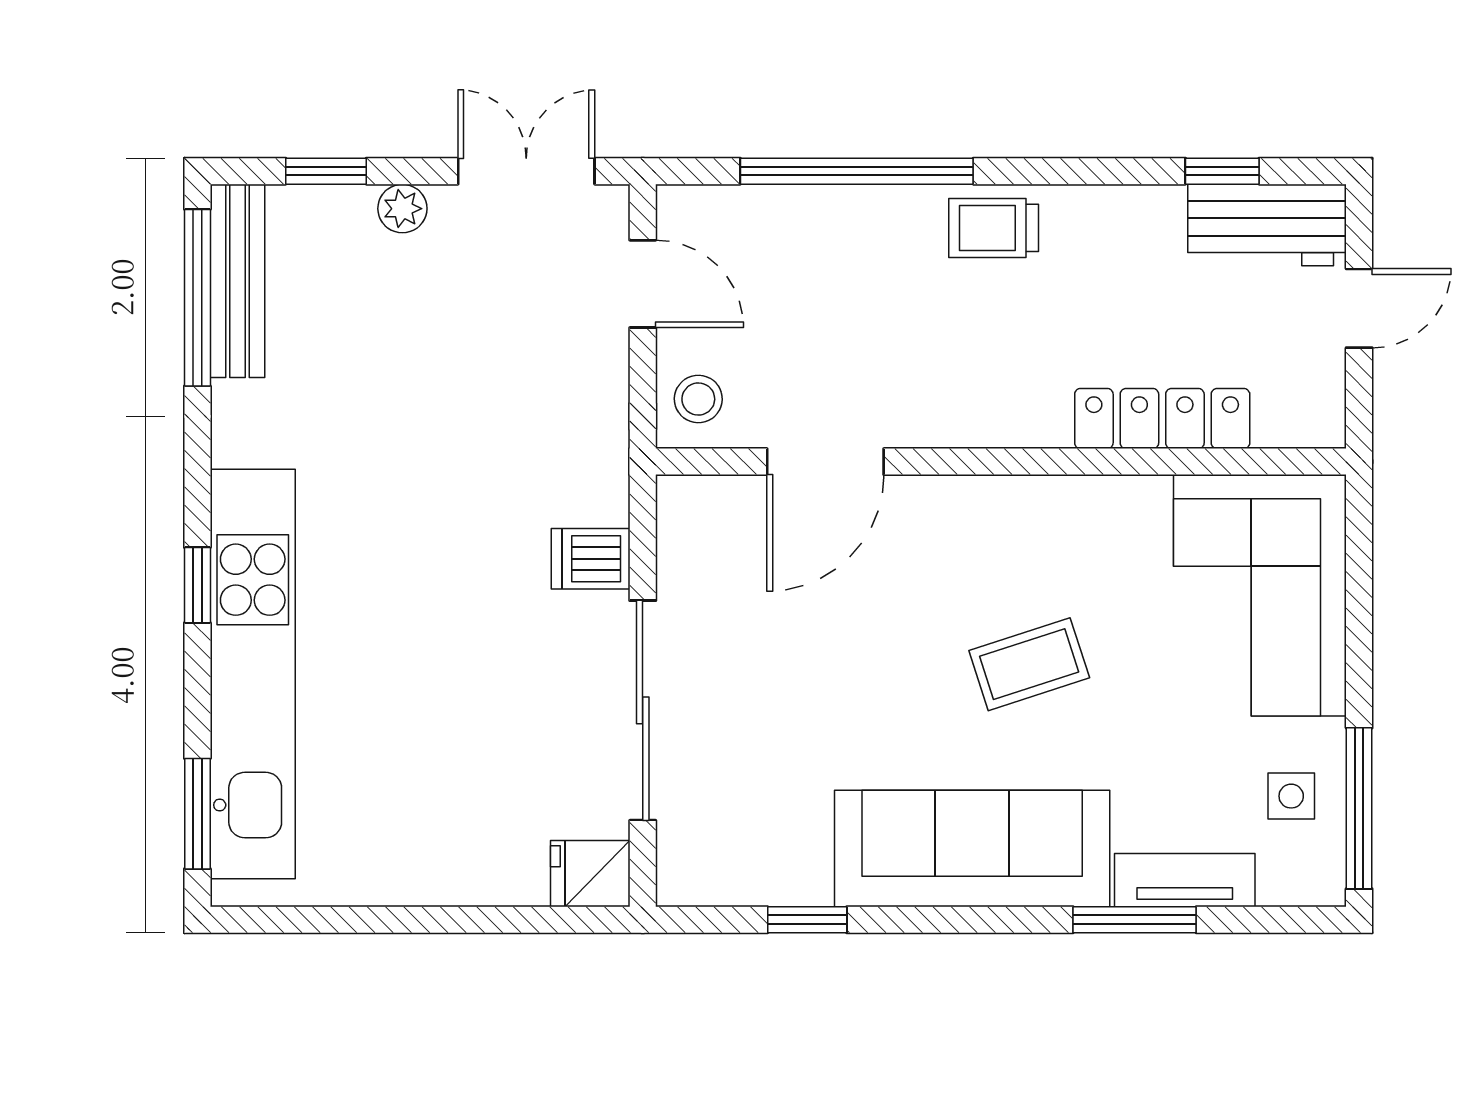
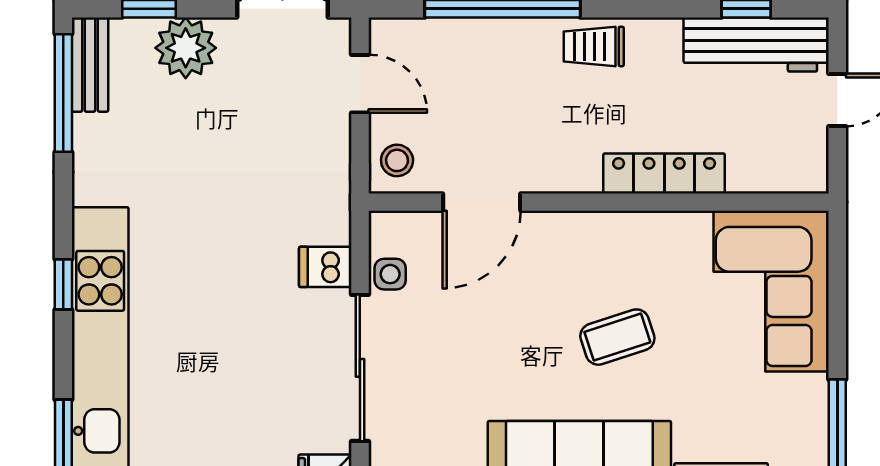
plant: (402, 209) -> (186, 48), width x1.87, depth x1.87
workbench: (1267, 225) -> (756, 44), width x1.37
bench: (237, 281) -> (90, 65), width x0.73
locker: (1162, 419) -> (664, 173), moved
side table: (1291, 796) -> (390, 274), moved

